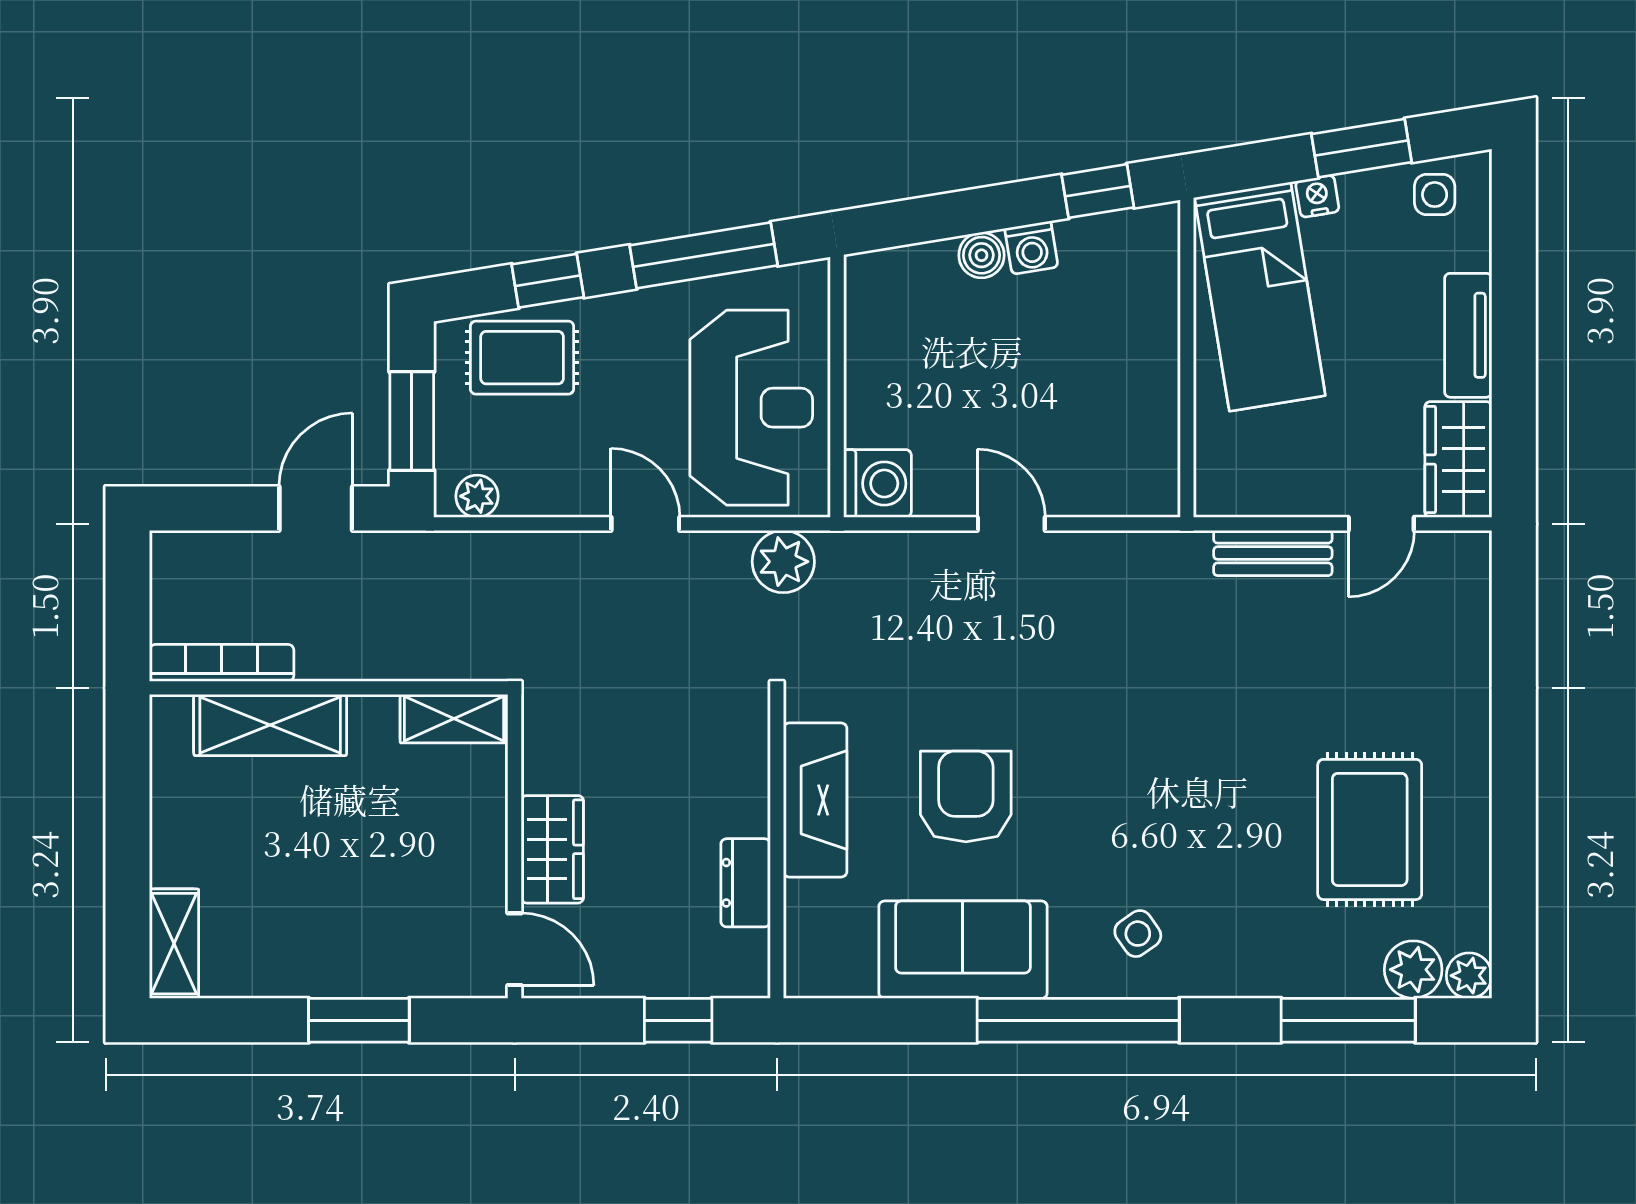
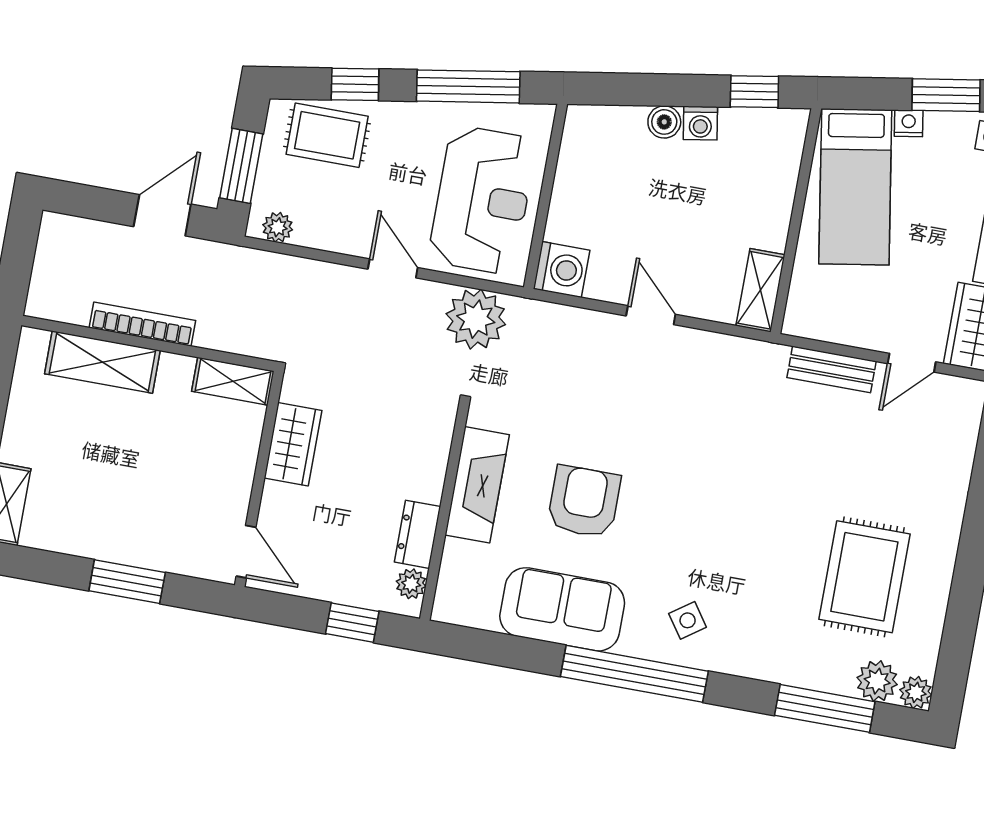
shelving: (1156, 462) -> (760, 290), added
plant: (783, 562) -> (476, 319), width x1.36, depth x1.36
bookcase: (222, 663) -> (142, 324), moved
wardrobe: (552, 849) -> (293, 444), moved
plant: (749, 952) -> (411, 584), added

